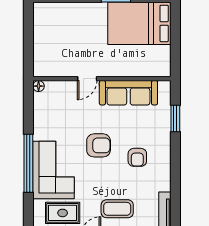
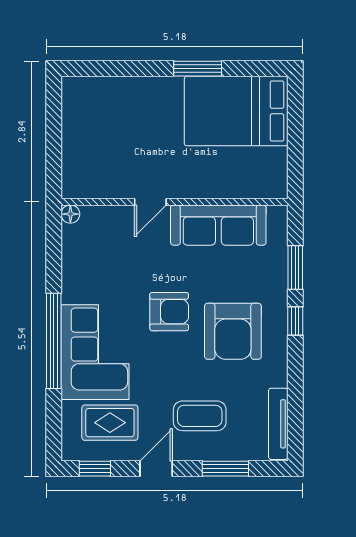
window: (175, 151) -> (295, 321), added
armchair: (137, 157) -> (233, 331), width x1.88, depth x1.88

